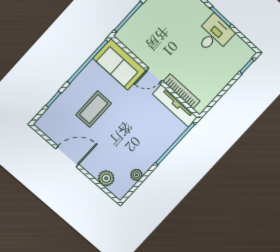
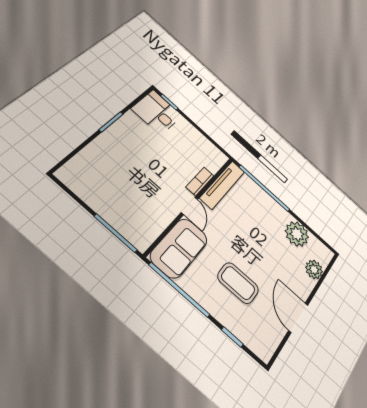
desk: (214, 35) -> (157, 112), moved
bookcase: (182, 91) -> (200, 181), width x0.64
plant: (136, 175) -> (297, 234), width x1.88, depth x1.88

